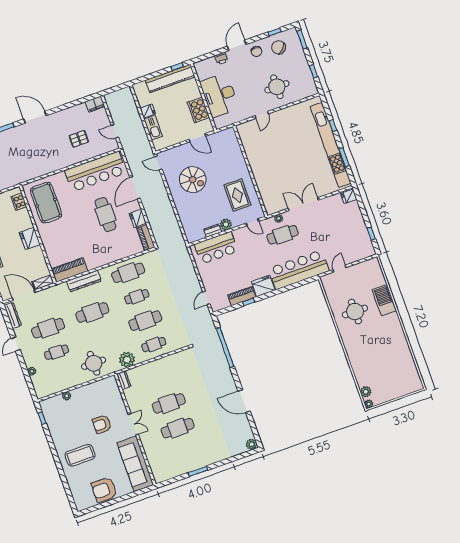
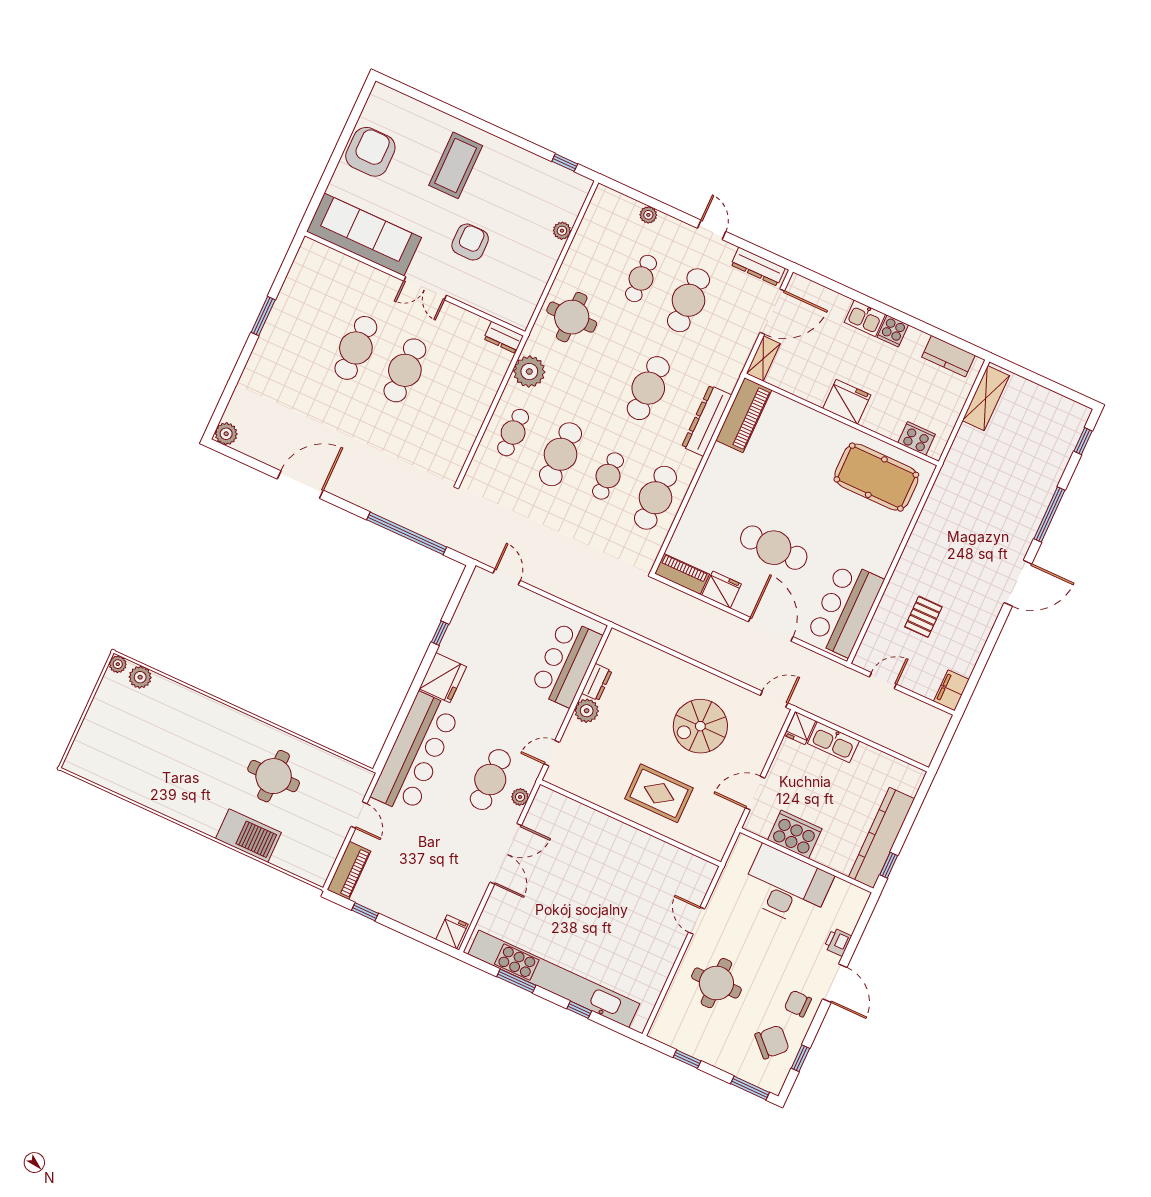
fridge: (148, 111) -> (800, 728), moved
bar counter: (95, 172) -> (845, 609), width x0.73
rug: (237, 195) -> (659, 793), moved
piano: (242, 296) -> (349, 870), moved

